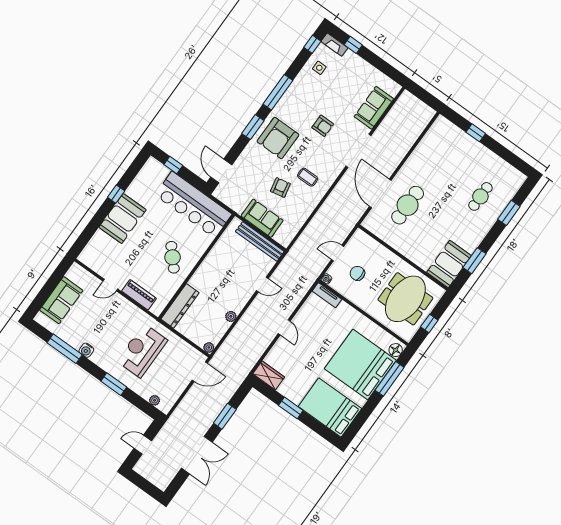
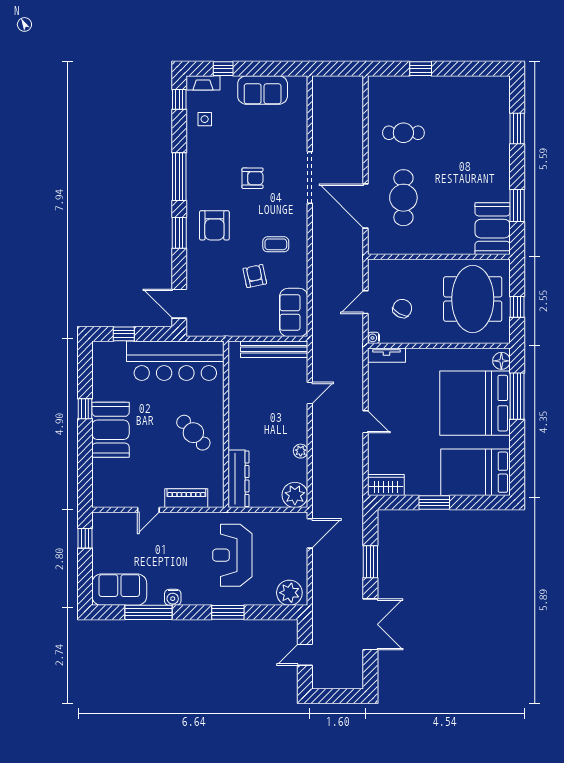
sofa: (374, 108) -> (263, 90), moved, turned -90
armchair: (278, 138) -> (214, 225), width x0.73, depth x0.73
cafe table: (480, 196) -> (403, 133), moved, turned 90
sofa: (262, 218) -> (294, 312), moved, turned -90
chair: (357, 273) -> (402, 309), turned 118
window: (58, 274) -> (85, 538), added
sofa: (61, 300) -> (119, 590), moved, turned -90
plant: (209, 347) -> (295, 495), width x1.88, depth x1.88
plant: (154, 400) -> (289, 593), width x1.87, depth x1.87

